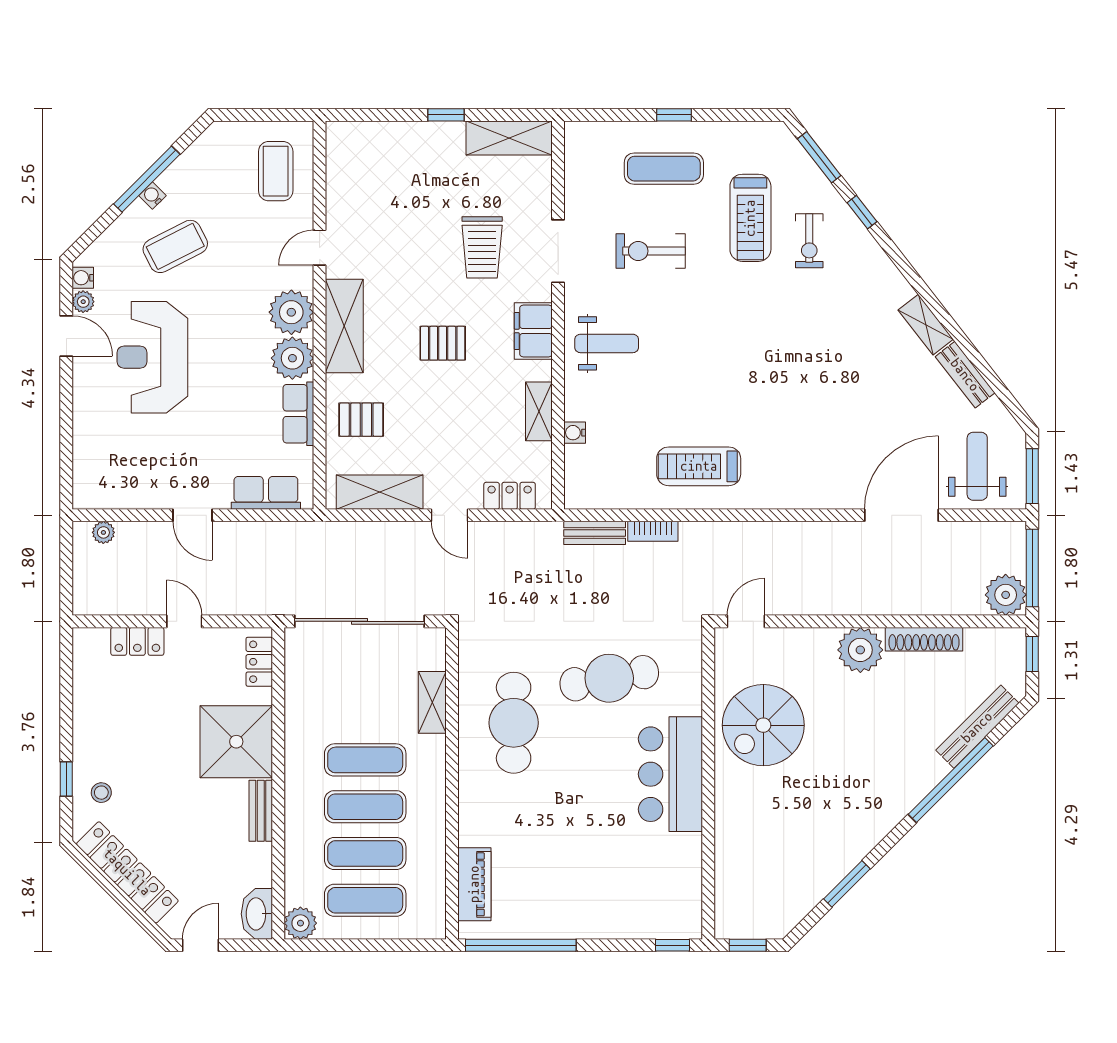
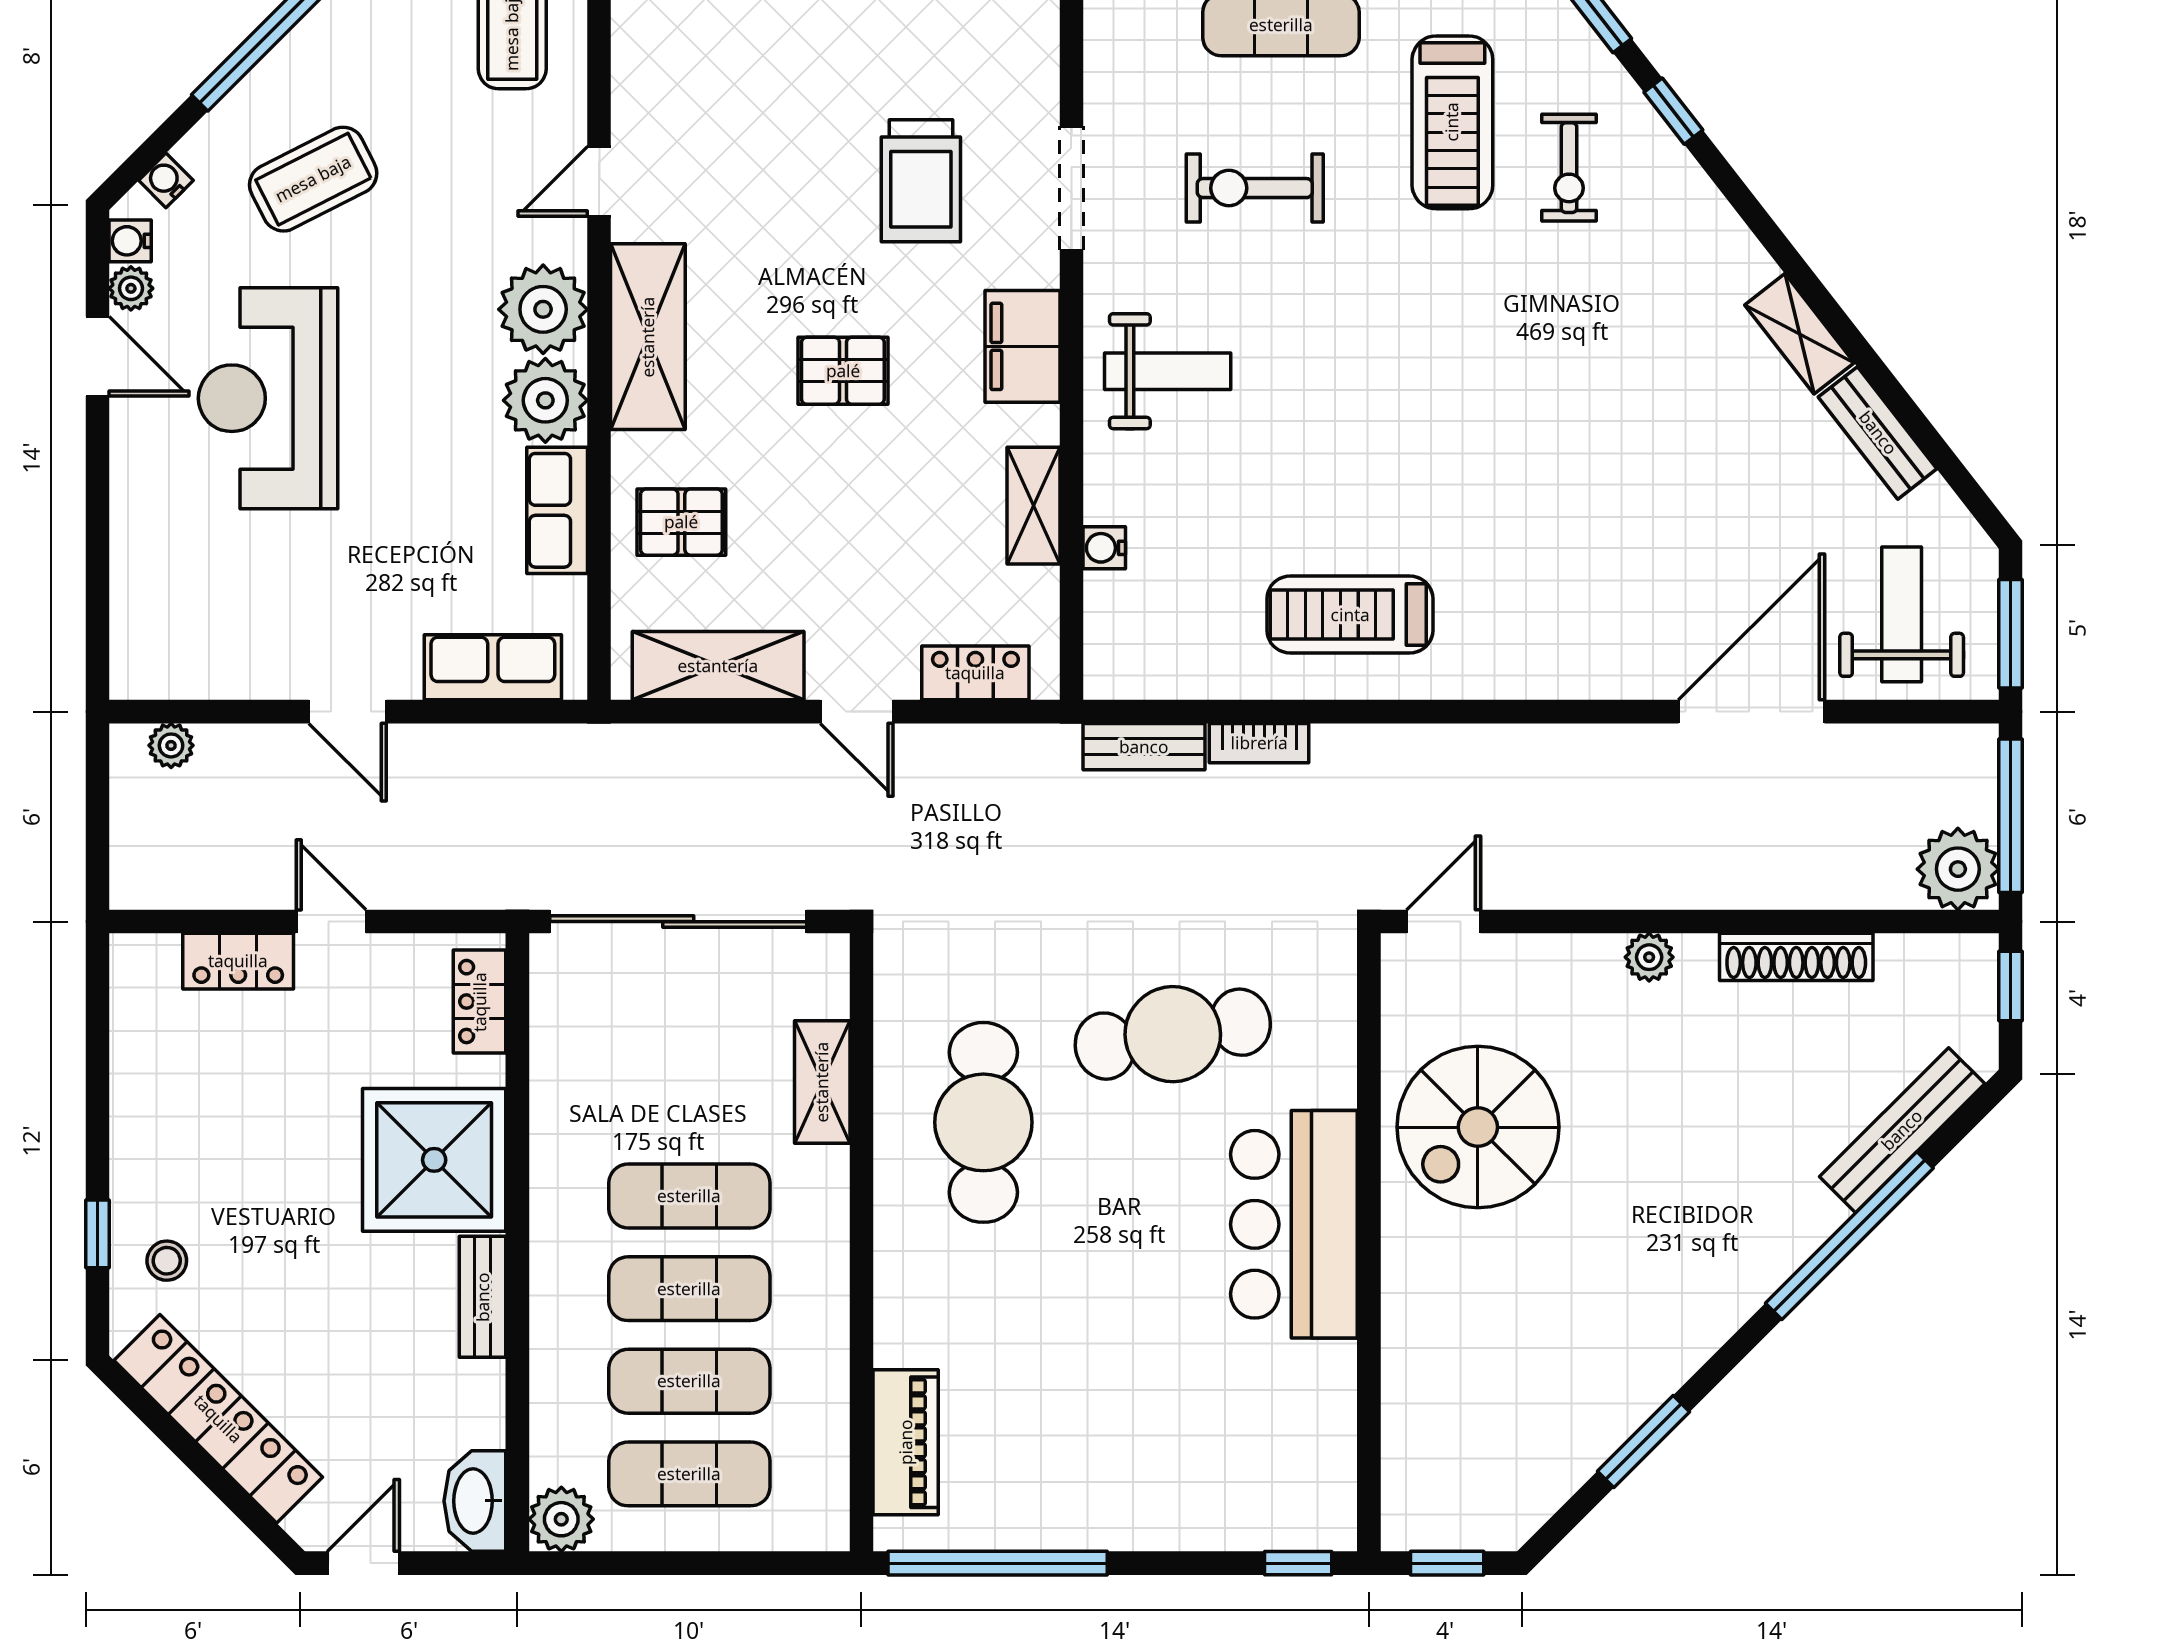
water cooler: (152, 196) -> (166, 180), moved
plant: (860, 650) -> (1649, 957), width x0.53, depth x0.53

